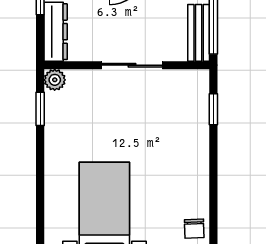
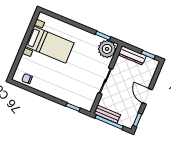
plant: (55, 80) -> (107, 49), width x1.87, depth x1.87

